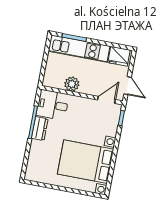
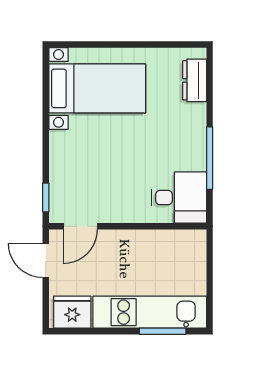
plant: (72, 84) -> (150, 243), removed
dresser: (40, 129) -> (195, 80), moved
bed with nightstands: (86, 162) -> (97, 88), width x0.73

